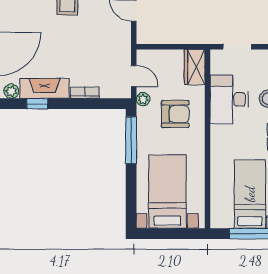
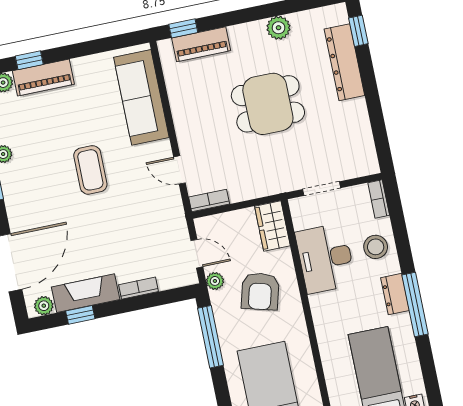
bookcase: (151, 38) -> (209, 201), added
armchair: (175, 114) -> (260, 291), turned 105

